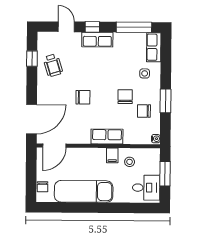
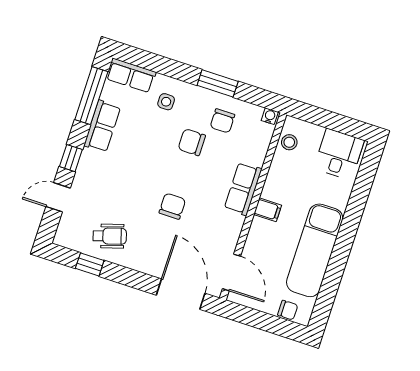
row of seats: (97, 40) -> (102, 126), moved
filing cabinet: (112, 155) -> (268, 210), moved
stool: (130, 162) -> (289, 142), moved
window: (165, 174) -> (327, 119), removed

